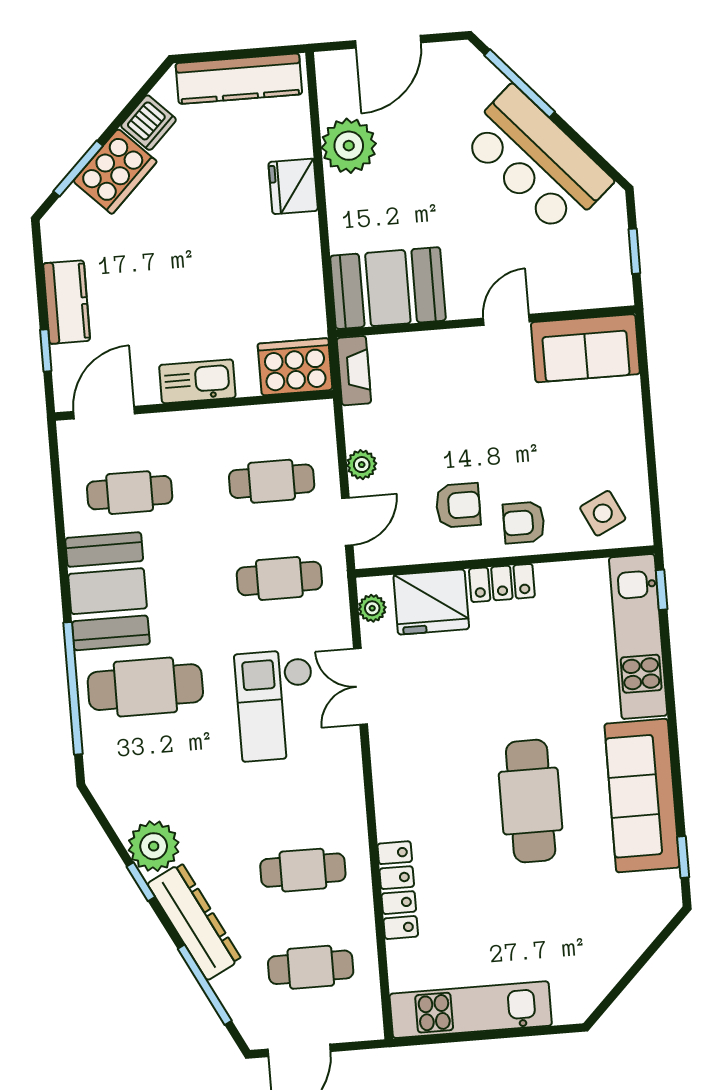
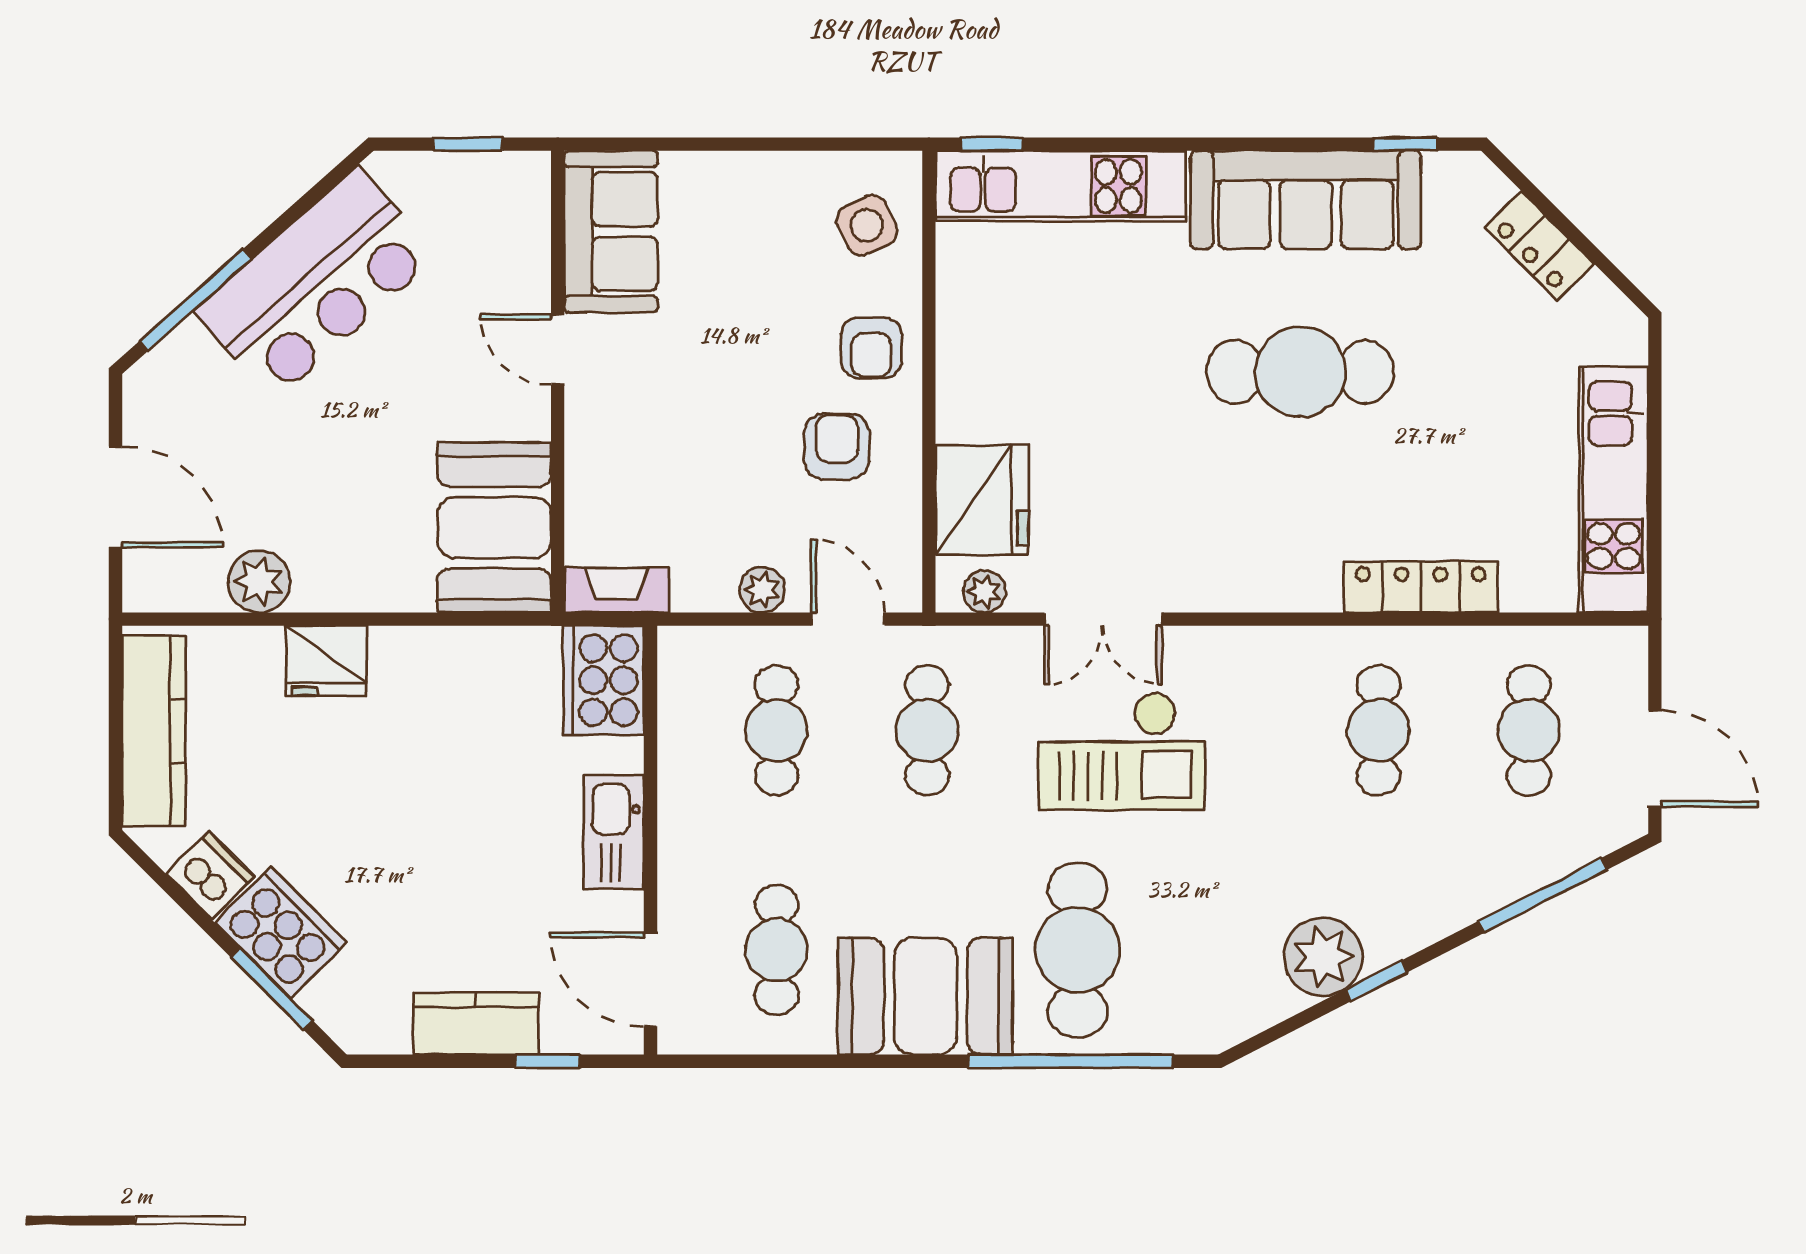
plant: (349, 146) -> (259, 581), width x0.73, depth x0.73
locker: (502, 583) -> (1539, 246), moved, turned 135
dresser: (194, 921) -> (1444, 903), removed

